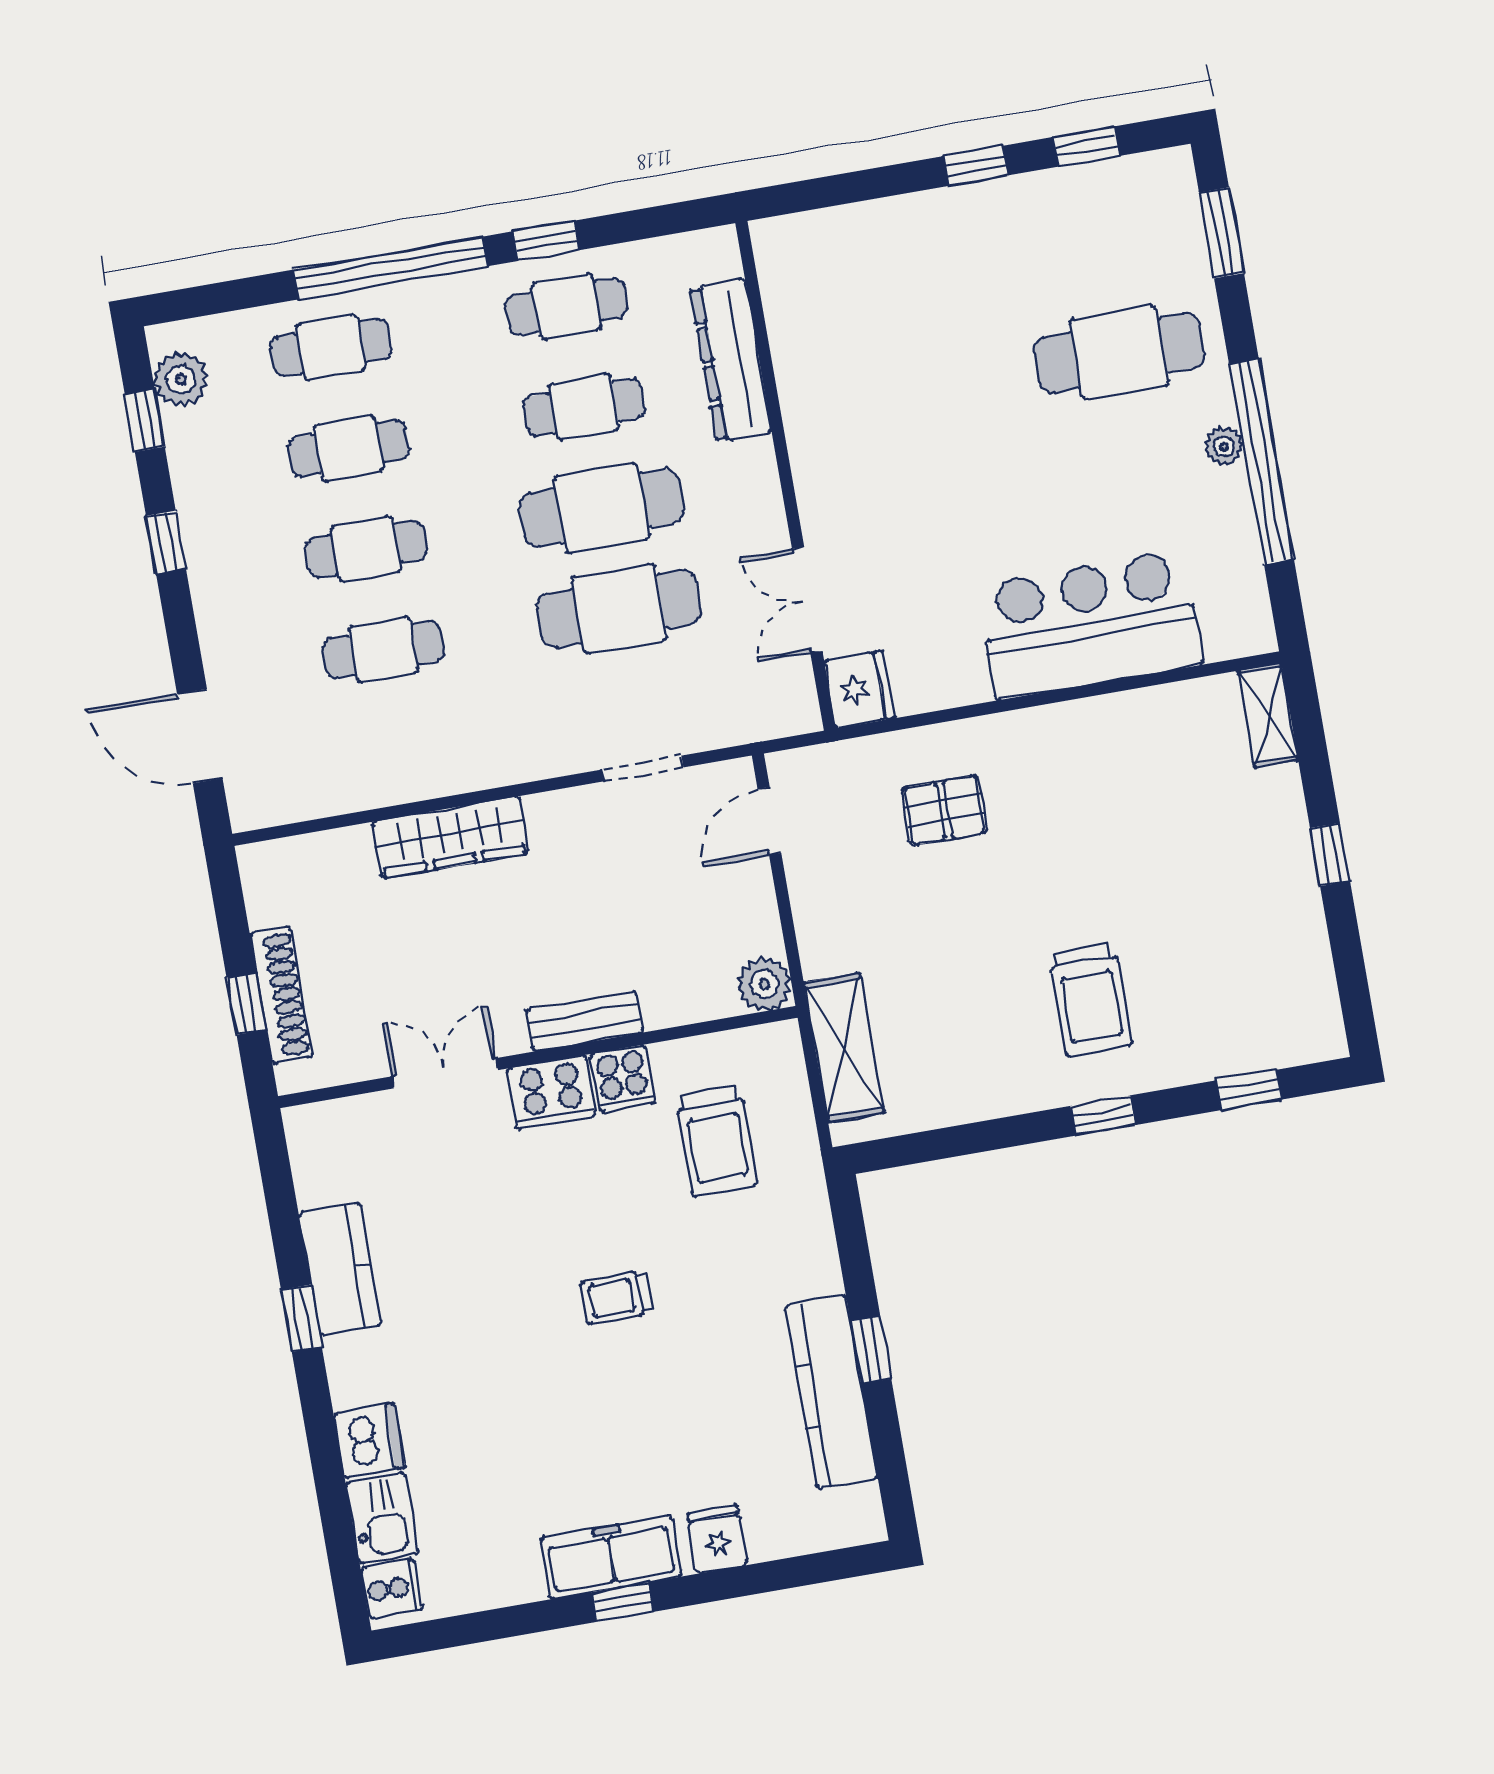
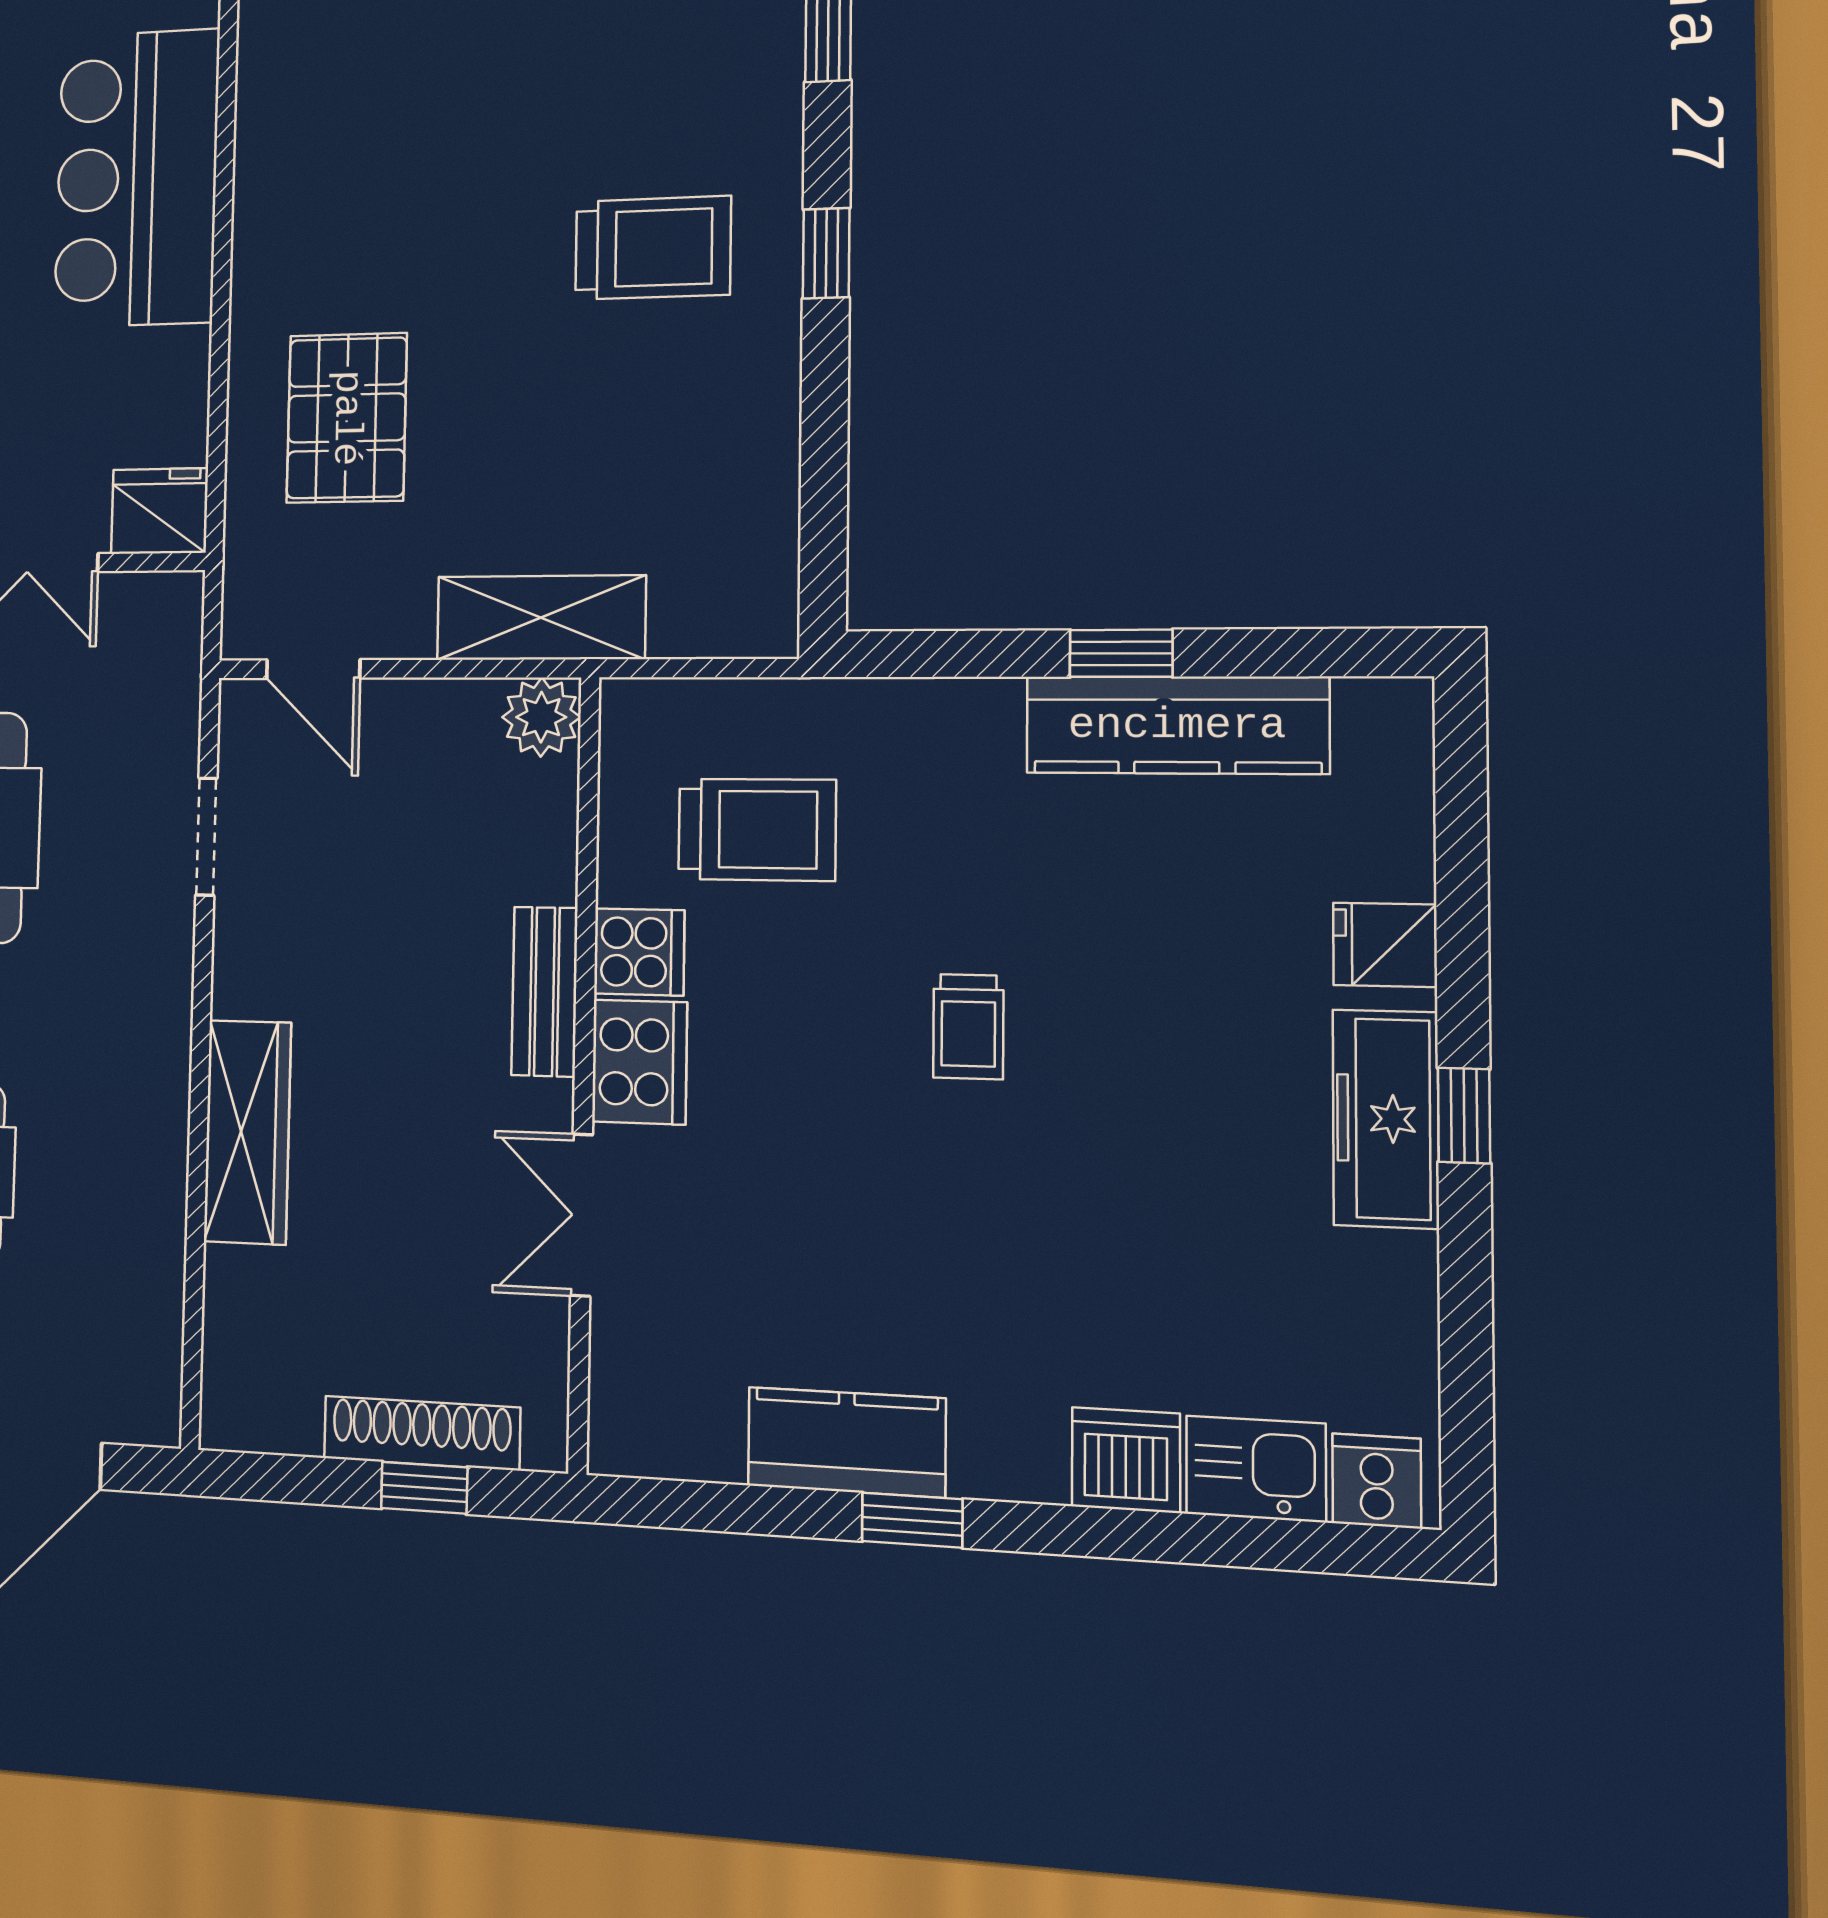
pallet: (944, 810) -> (347, 418), width x1.50, depth x1.42
shelving: (844, 1048) -> (541, 618), moved

